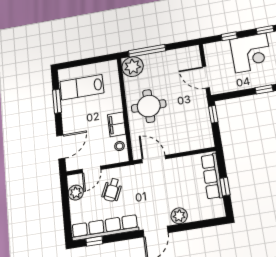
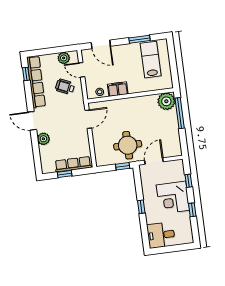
round table: (149, 106) -> (128, 145), moved

